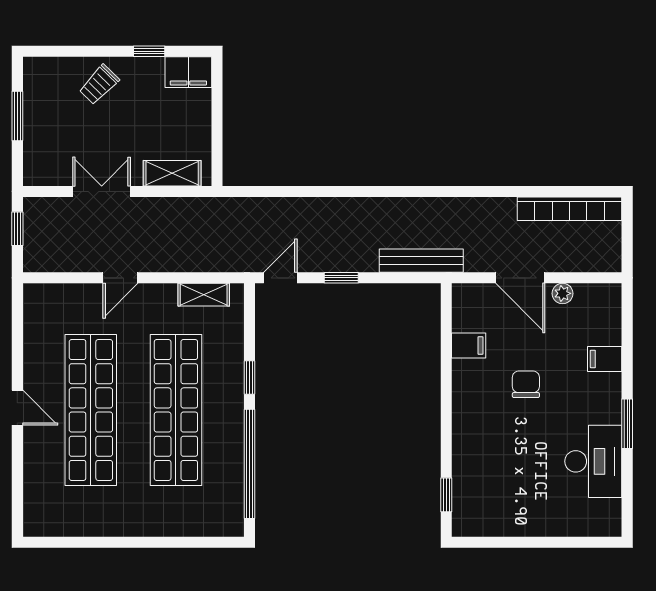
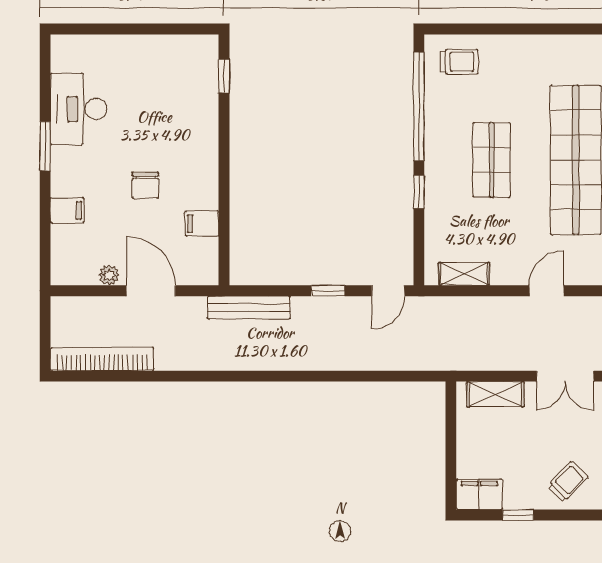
shop shelf: (176, 410) -> (492, 160), width x0.50, depth x0.74
trolley: (209, 509) -> (459, 62), added

